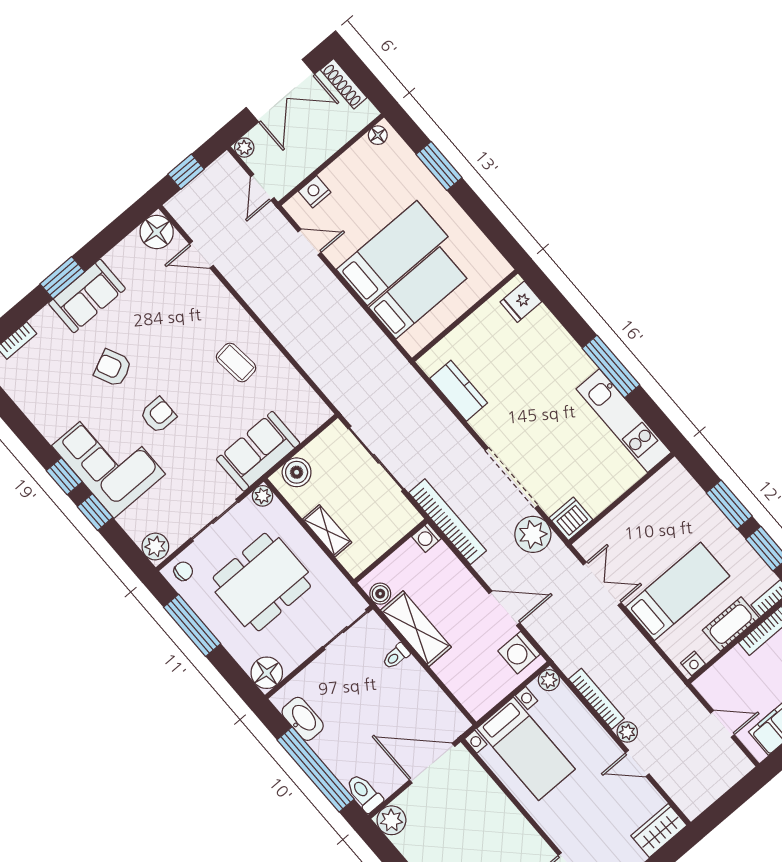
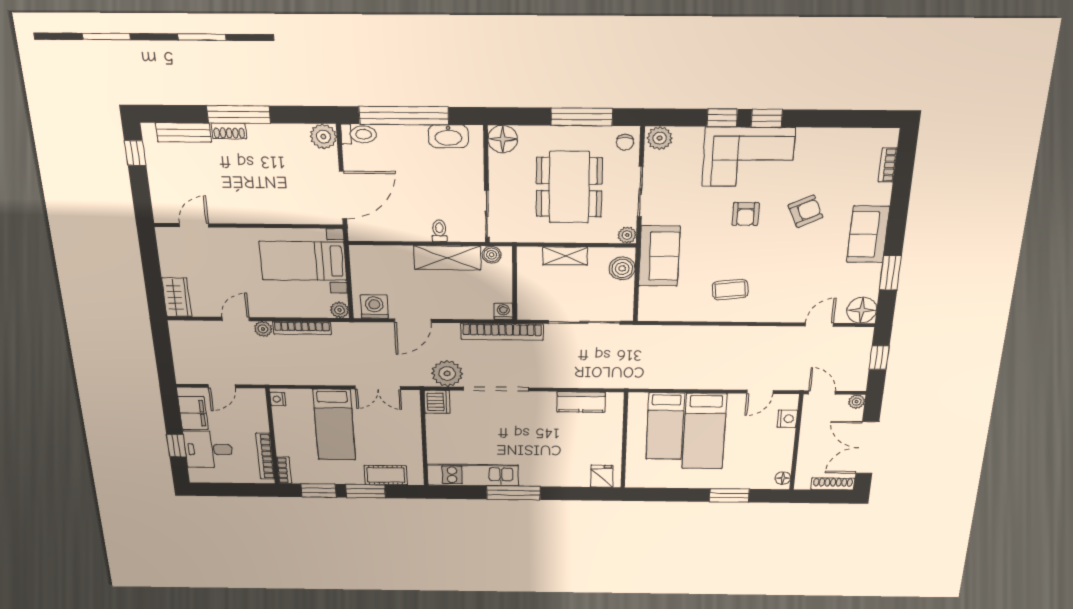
window: (62, 278) -> (890, 273), moved
cot: (731, 624) -> (386, 475), moved, turned 90

